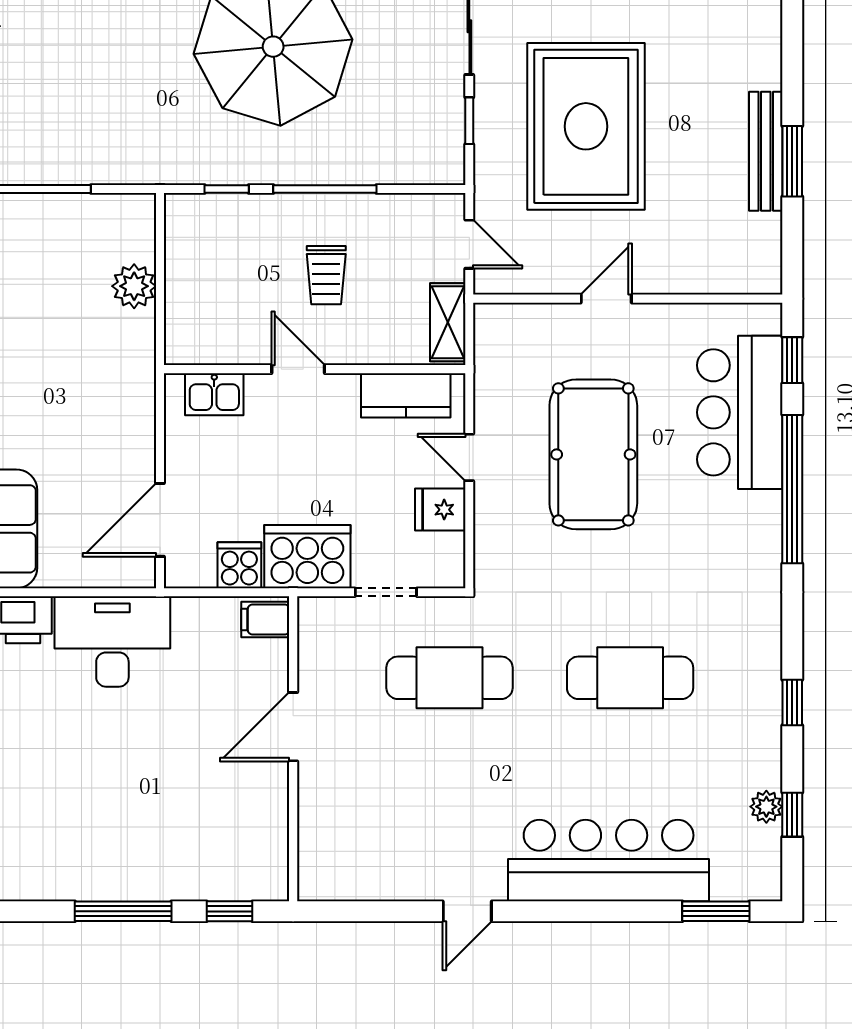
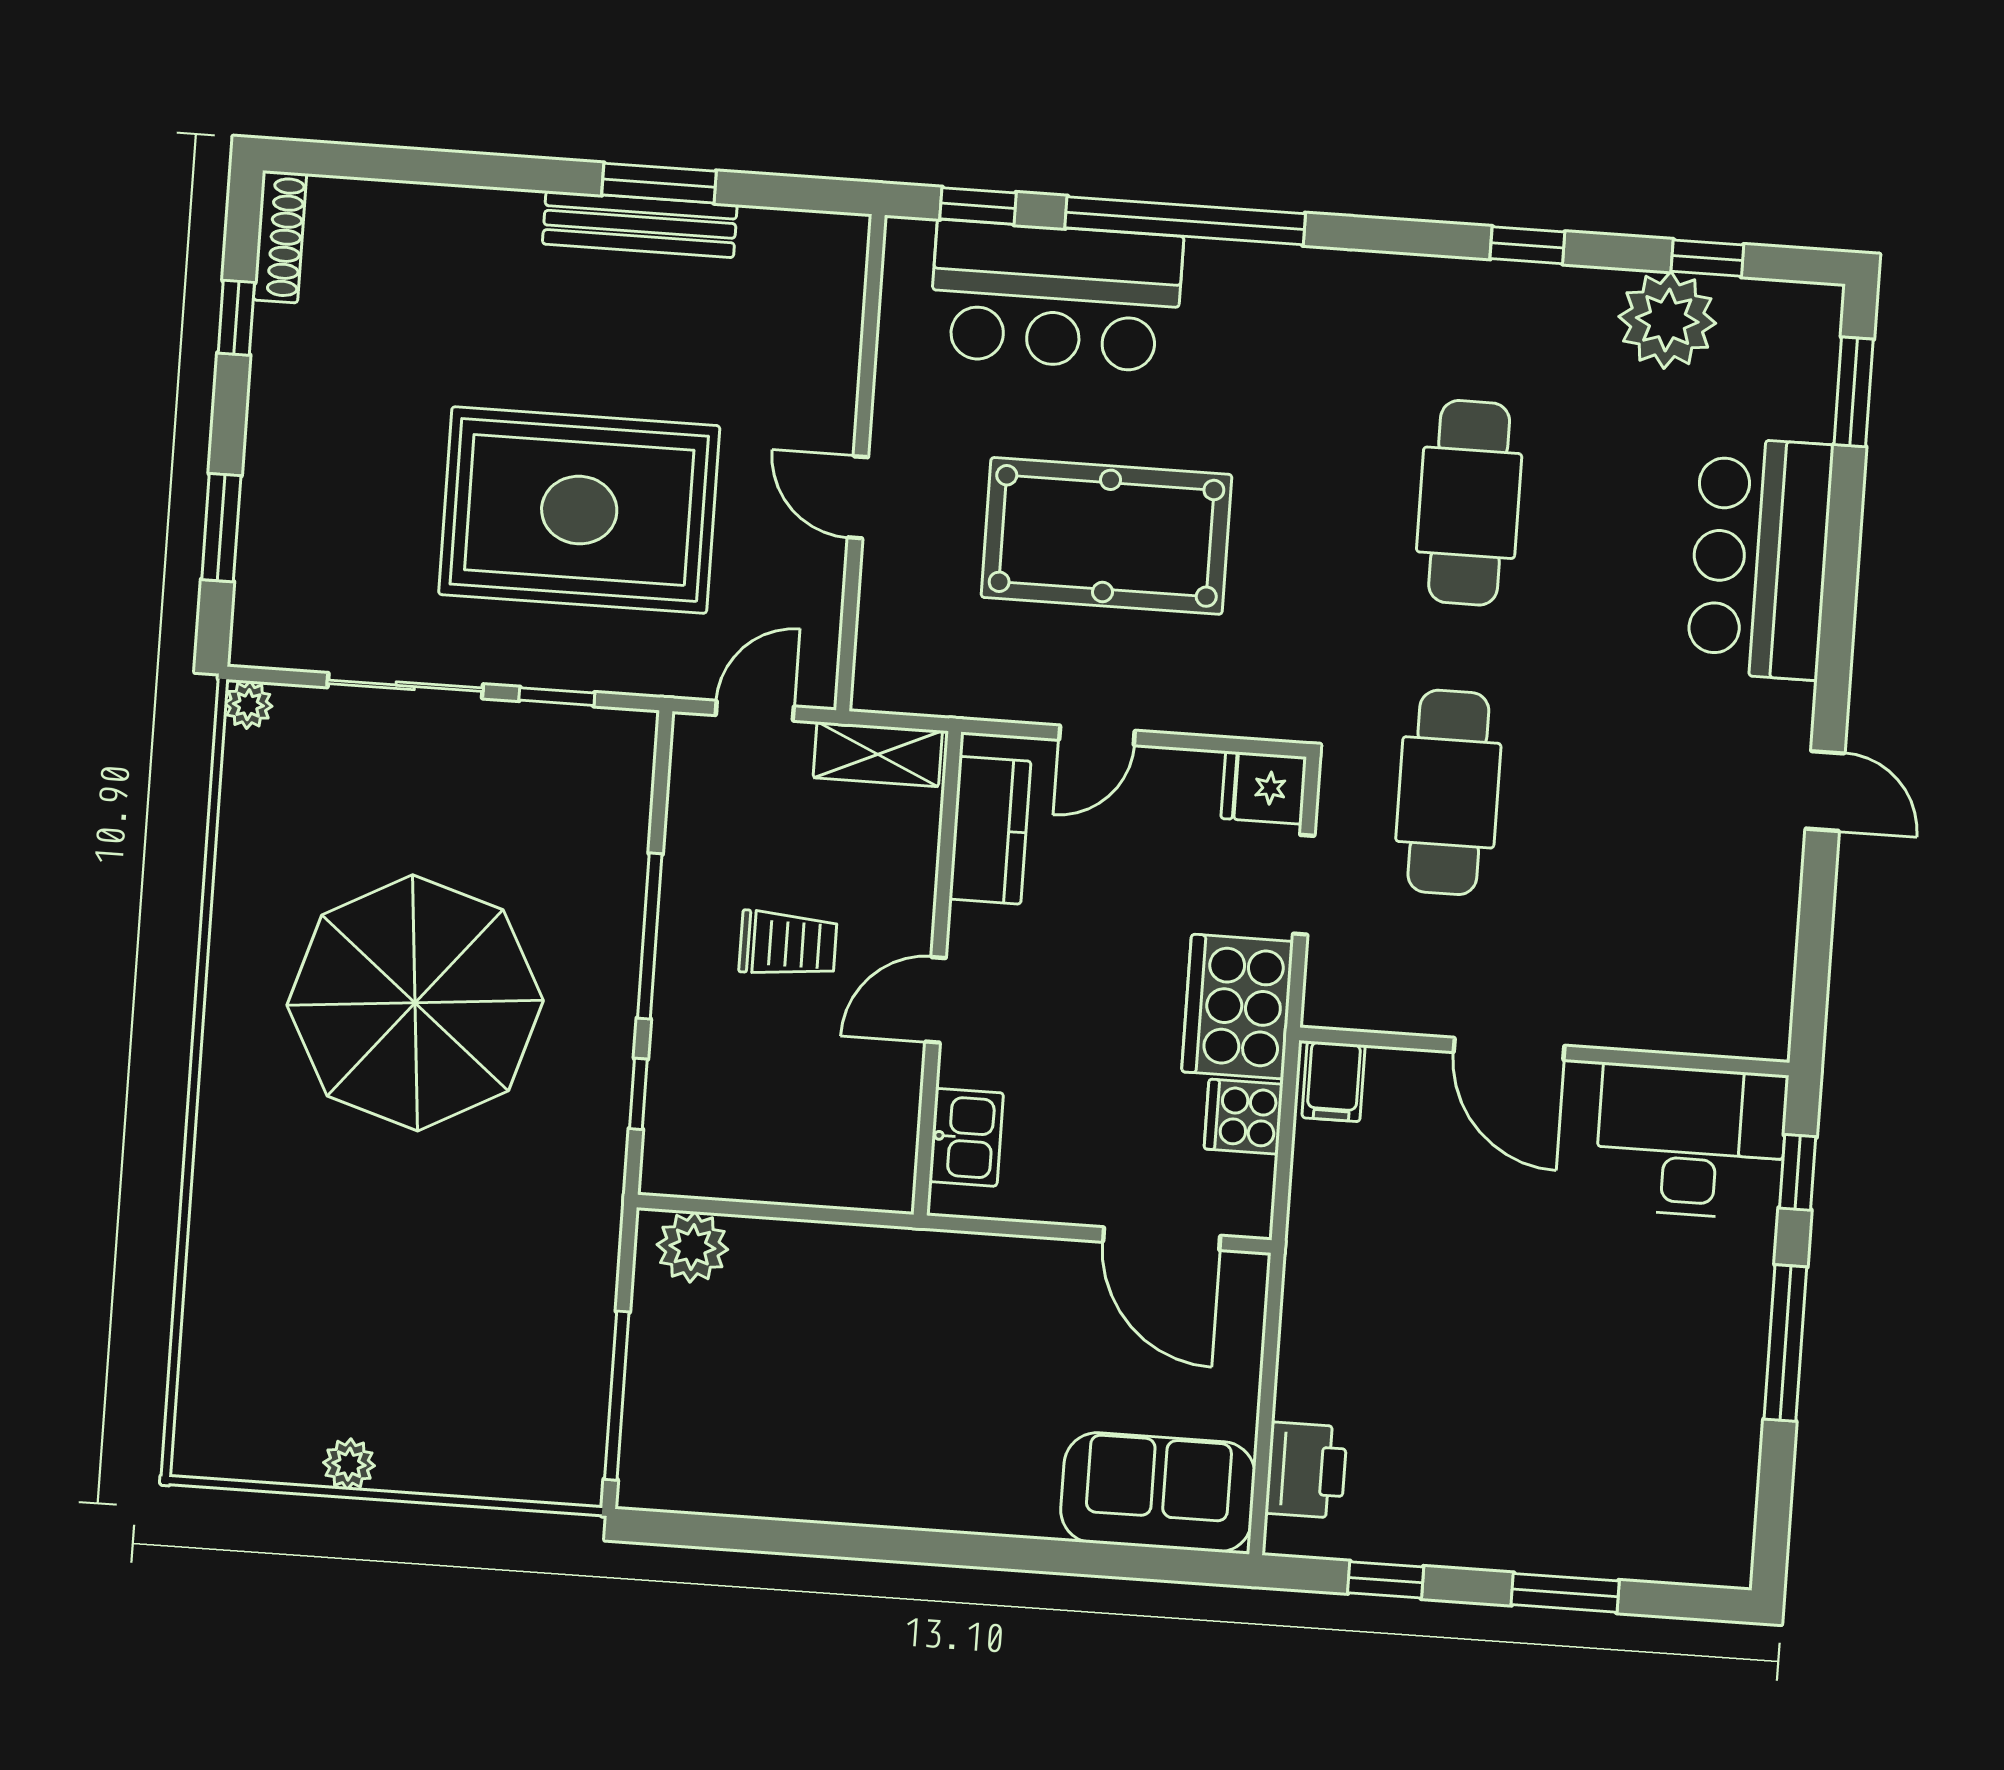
plant: (134, 286) -> (692, 1247), moved
fridge: (440, 510) -> (1264, 788), moved, turned 90
desk: (112, 641) -> (1691, 1141), moved, turned 90
plant: (766, 807) -> (1667, 320), width x1.88, depth x1.88
bar counter: (609, 861) -> (1760, 558), width x0.73

